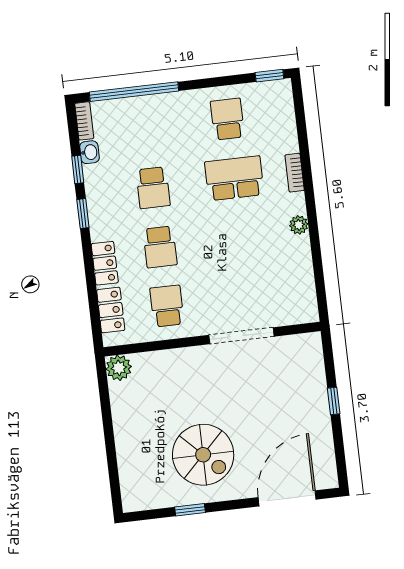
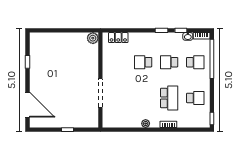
locker: (105, 263) -> (139, 37), removed
school desk: (167, 306) -> (195, 62), moved
spiral stairs: (203, 455) -> (51, 70), removed

